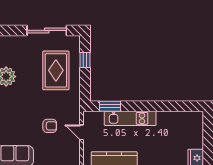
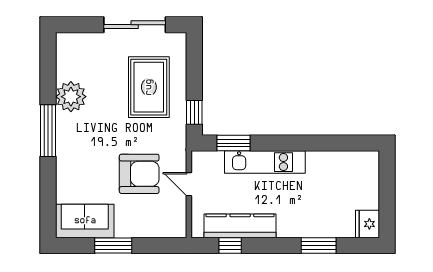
window: (85, 60) -> (194, 112), moved
armchair: (50, 126) -> (139, 174), width x1.88, depth x1.88

